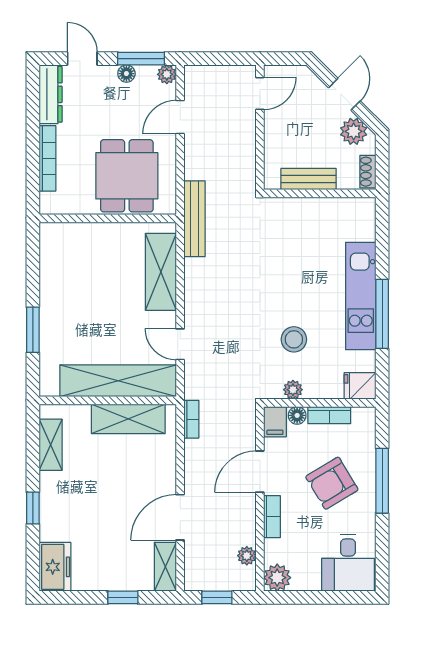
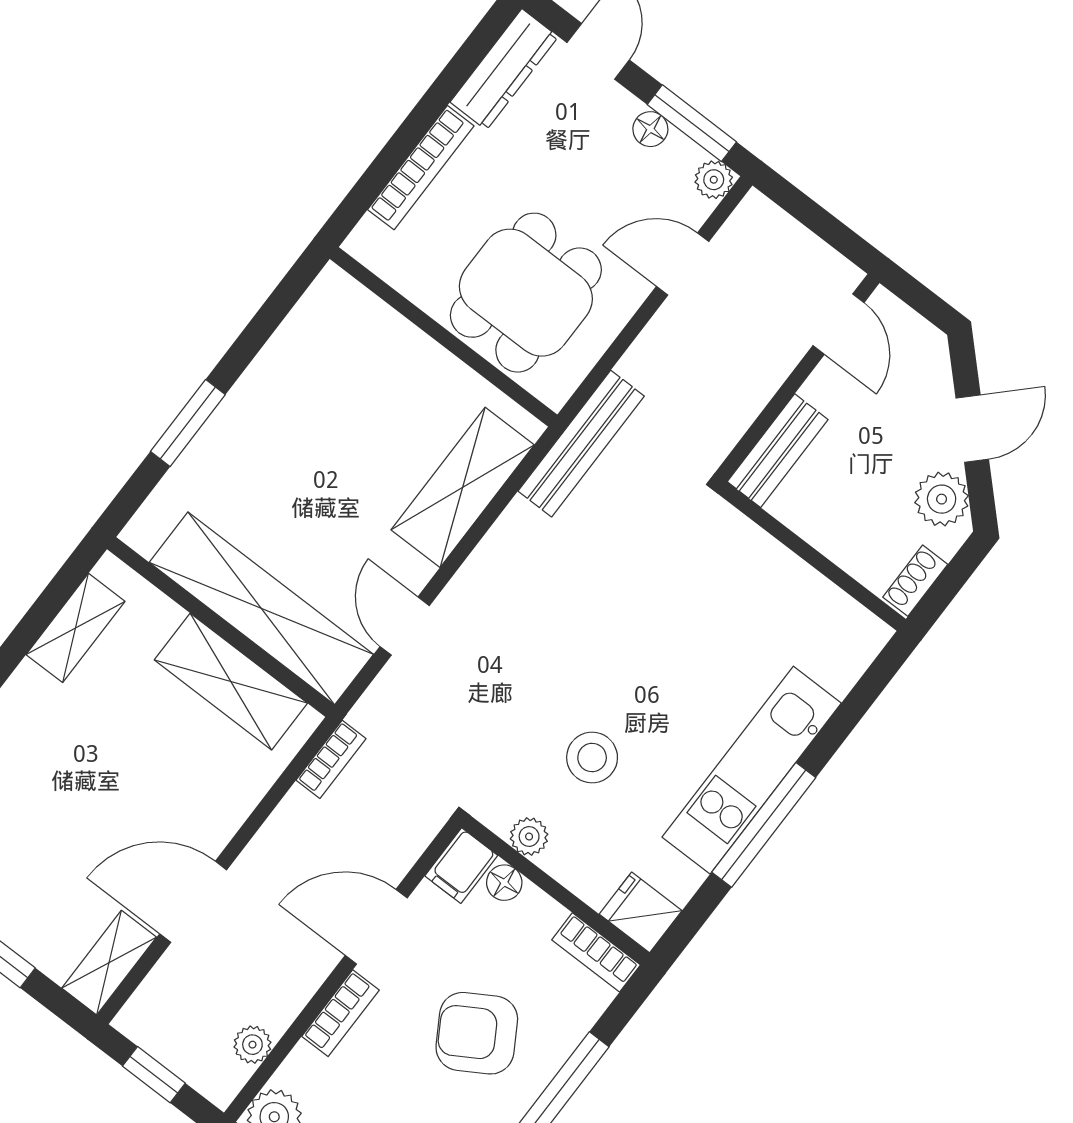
door: (260, 94) -> (839, 324), hinge flipped
bench: (309, 179) -> (778, 451), moved, turned 90
bookcase: (329, 415) -> (596, 952), moved

